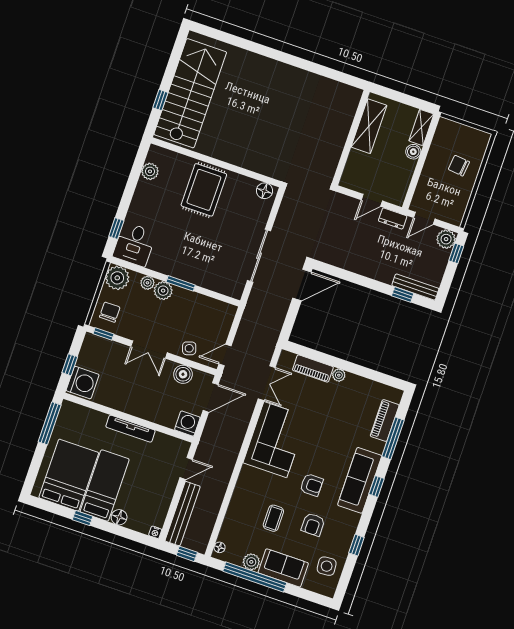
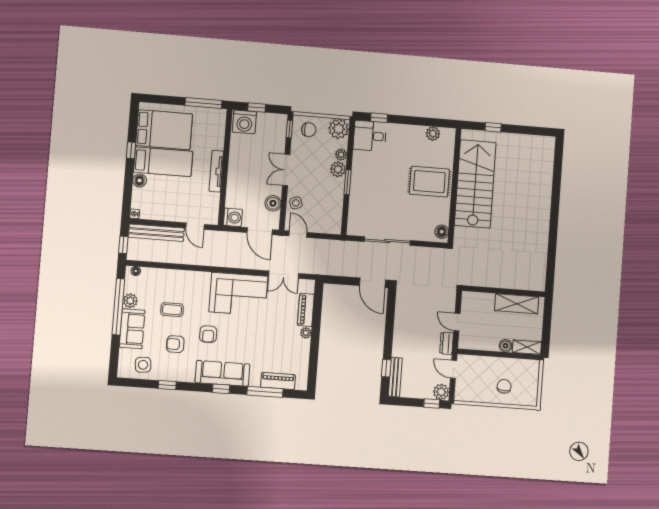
stairs: (190, 93) -> (475, 184), moved, turned -90

